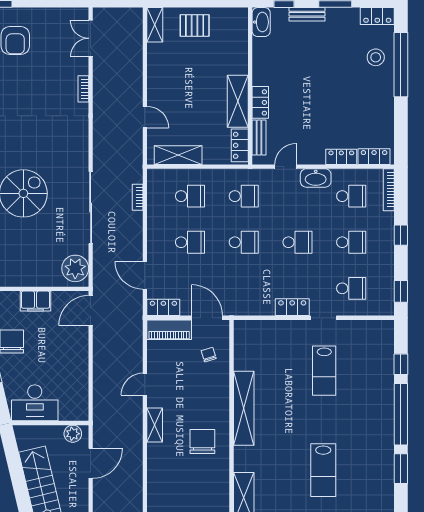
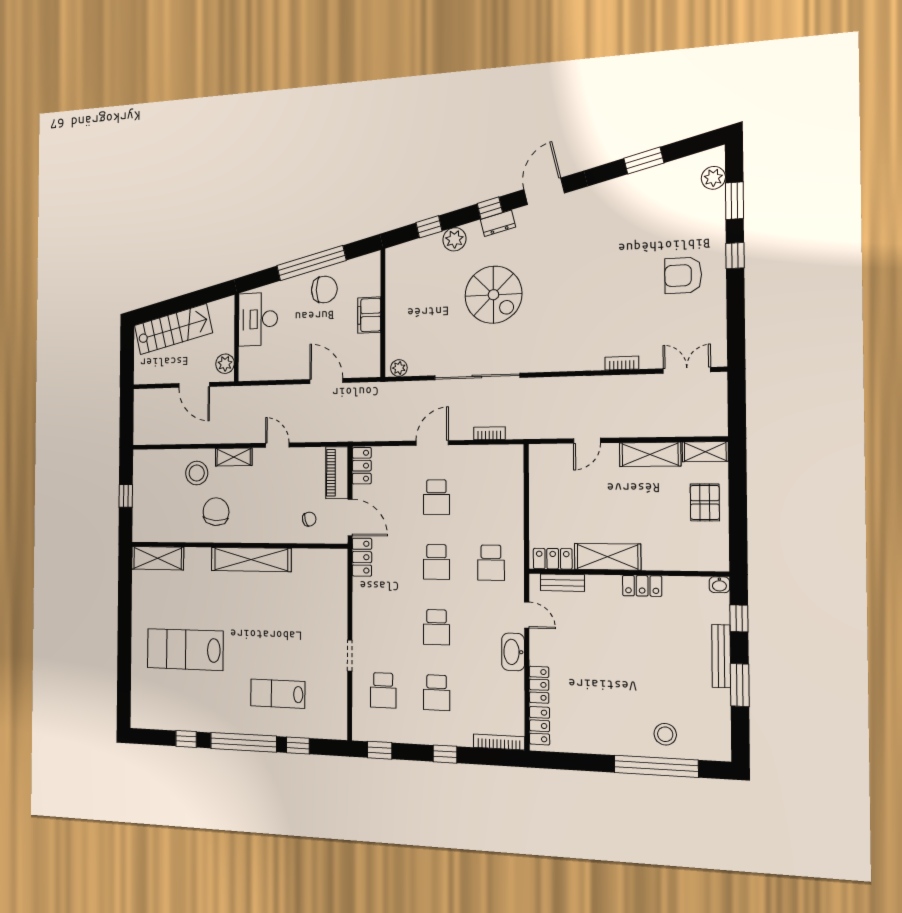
bench: (307, 14) -> (721, 656), width x1.36
locker: (377, 16) -> (720, 739), removed
washbasin: (261, 22) -> (719, 585), width x0.52, depth x0.69
locker: (260, 102) -> (642, 586), moved
shelving: (178, 155) -> (650, 454), moved, turned 90
school desk: (190, 196) -> (491, 497), removed
school desk: (351, 196) -> (491, 695), removed
plant: (75, 268) -> (399, 368), width x0.53, depth x0.53
door: (145, 275) -> (432, 443), moved
locker: (292, 307) -> (362, 557), moved
door: (91, 311) -> (326, 381), moved
door: (207, 318) -> (350, 517), hinge flipped
lab bench: (324, 371) -> (278, 694), moved
chair: (202, 442) -> (216, 512), turned -87
stool: (169, 460) -> (197, 473), added
window: (401, 469) -> (186, 739), width x0.67
lab bench: (323, 470) -> (185, 649), width x1.36, depth x1.39

